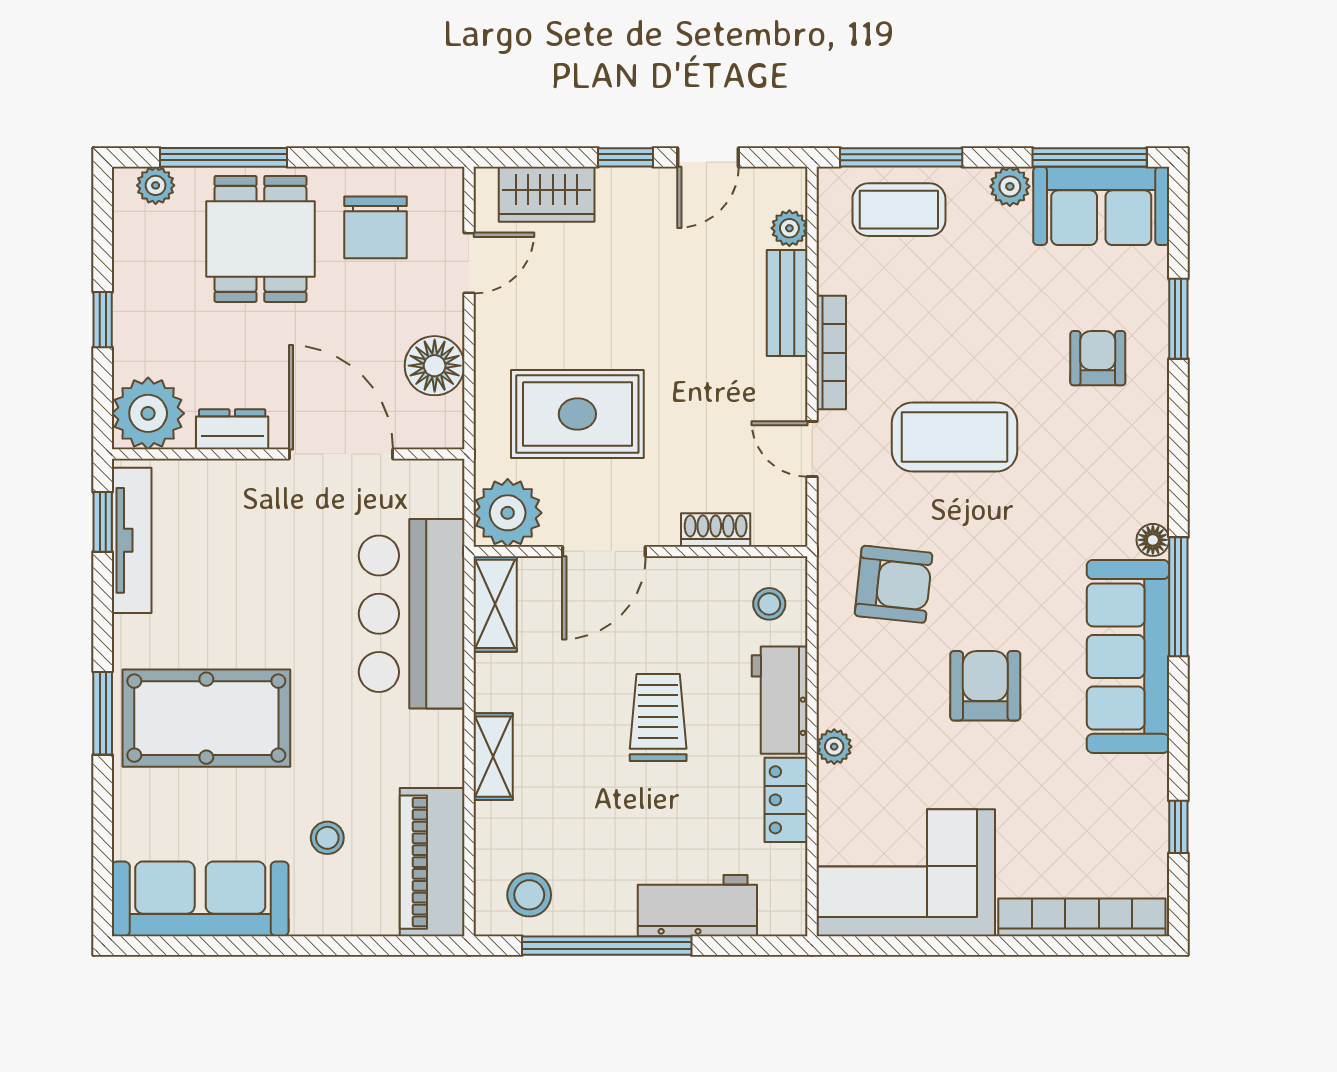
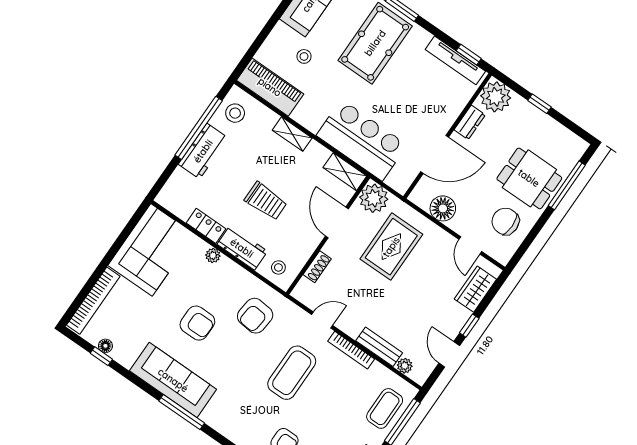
plant: (156, 185) -> (573, 155), removed
floor lamp: (1153, 540) -> (105, 346), moved
workbench: (697, 906) -> (203, 151), moved

